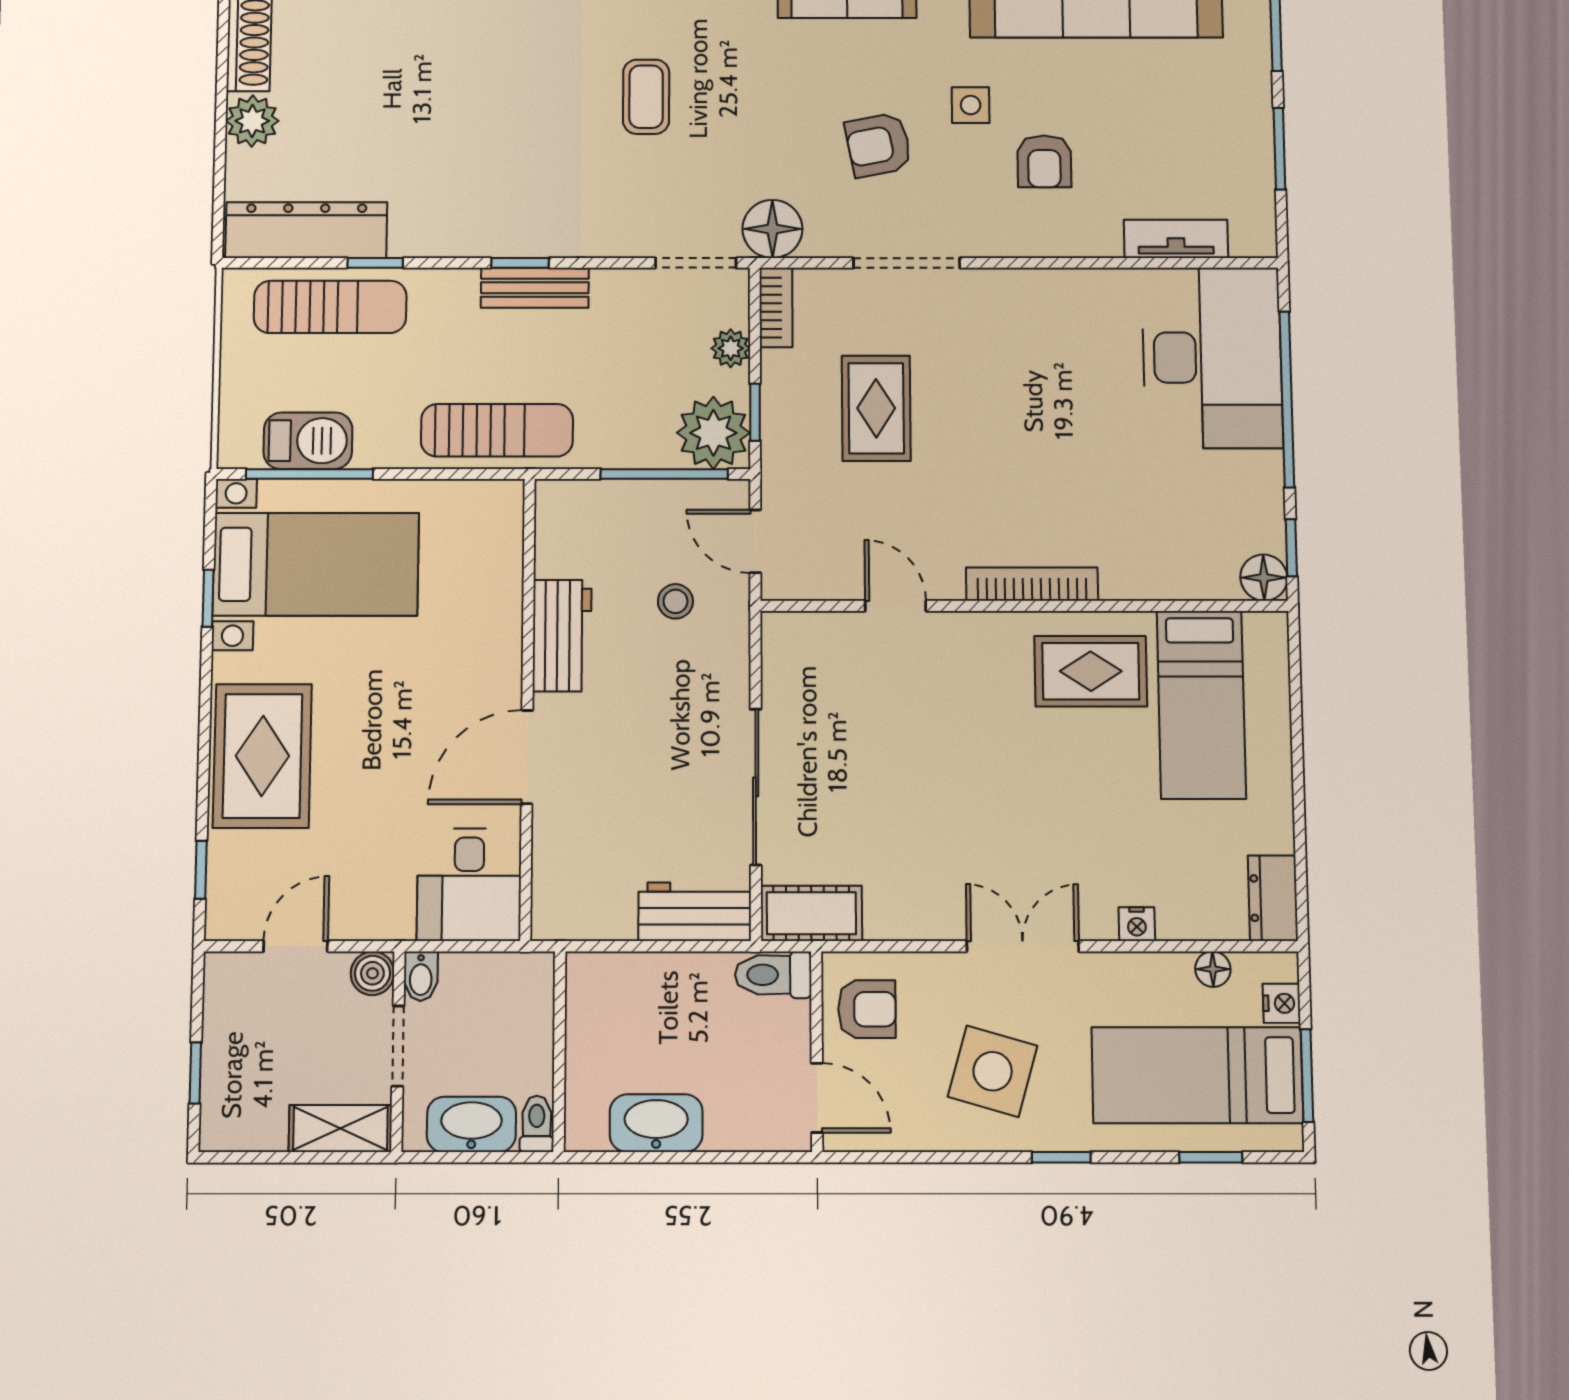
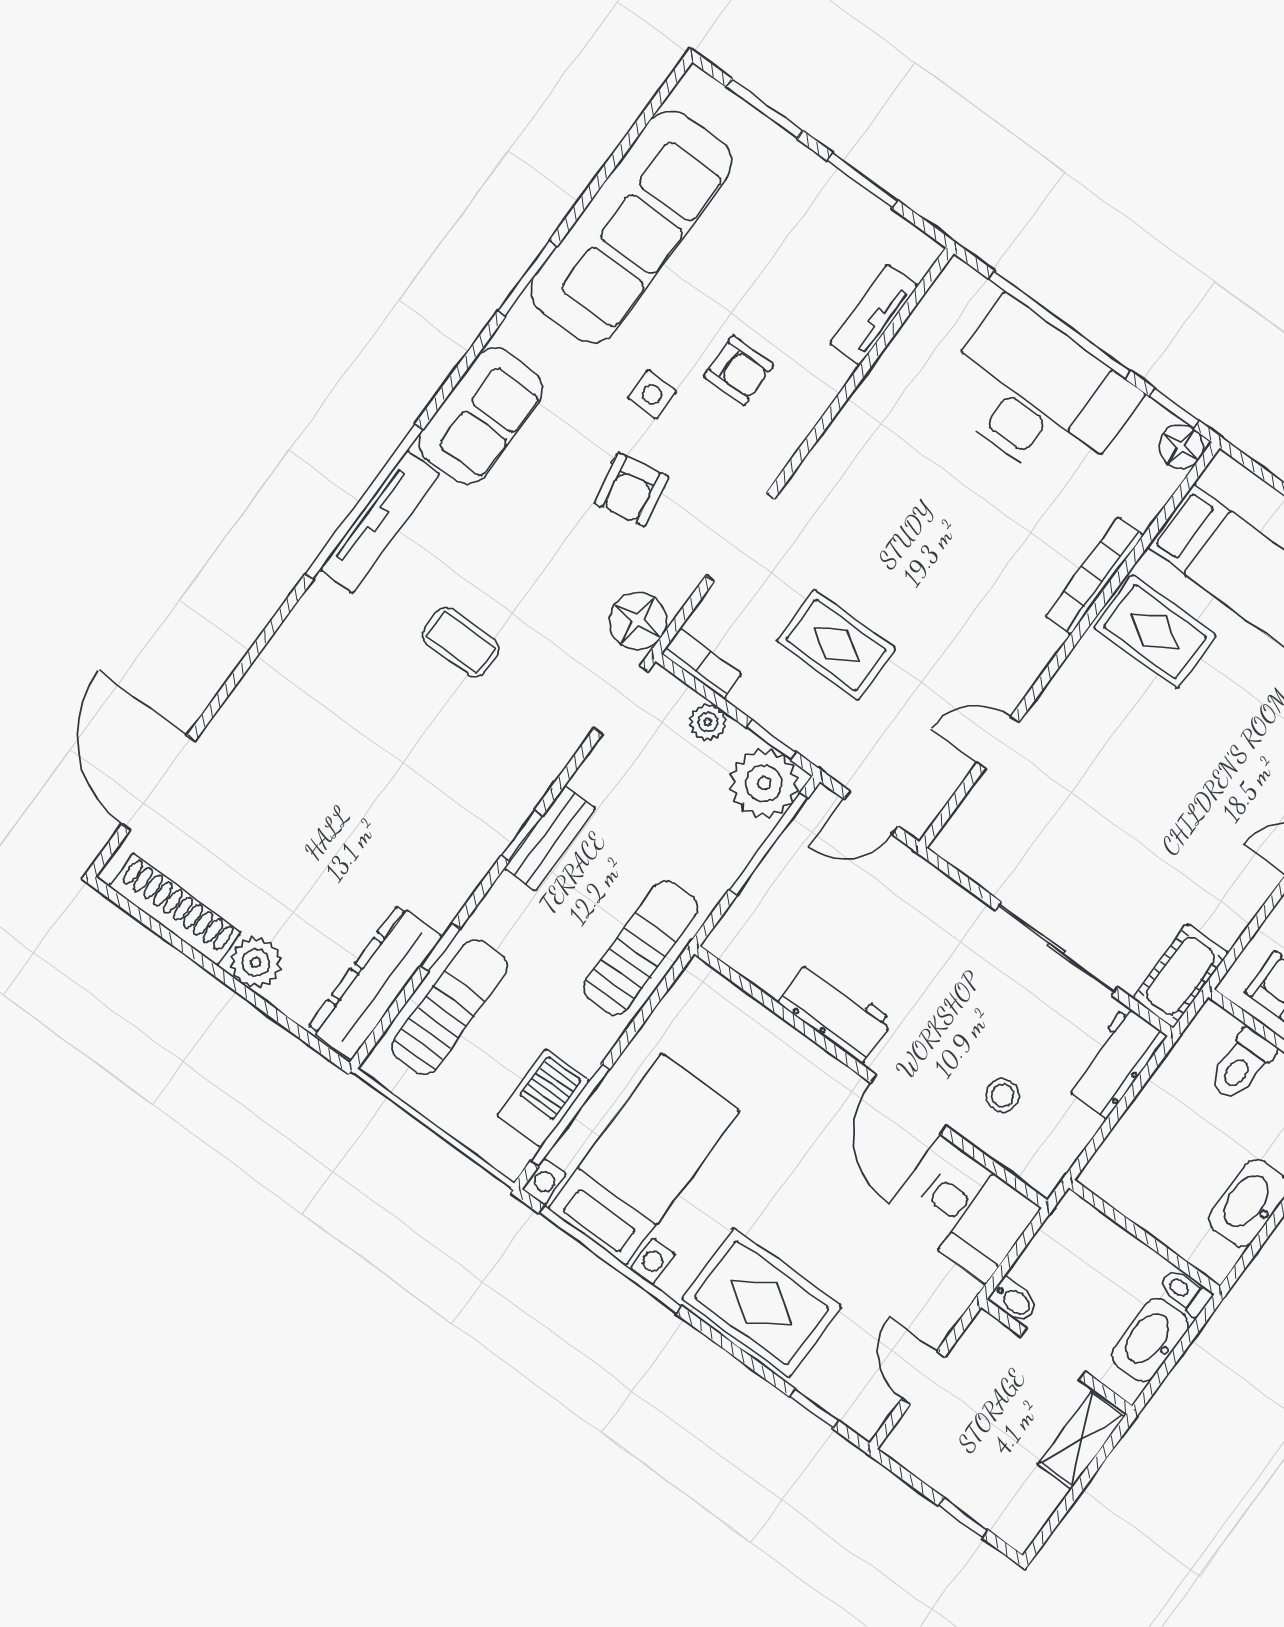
desk: (1212, 358) -> (1037, 395), moved
bookcase: (1032, 584) -> (1094, 576), moved
window: (208, 598) -> (610, 1260), width x3.17
stool: (675, 601) -> (1003, 1095), moved
rug: (1091, 671) -> (1155, 632), turned 90
boiler: (372, 973) -> (985, 1335), removed
toilet: (773, 975) -> (1242, 1065), moved

